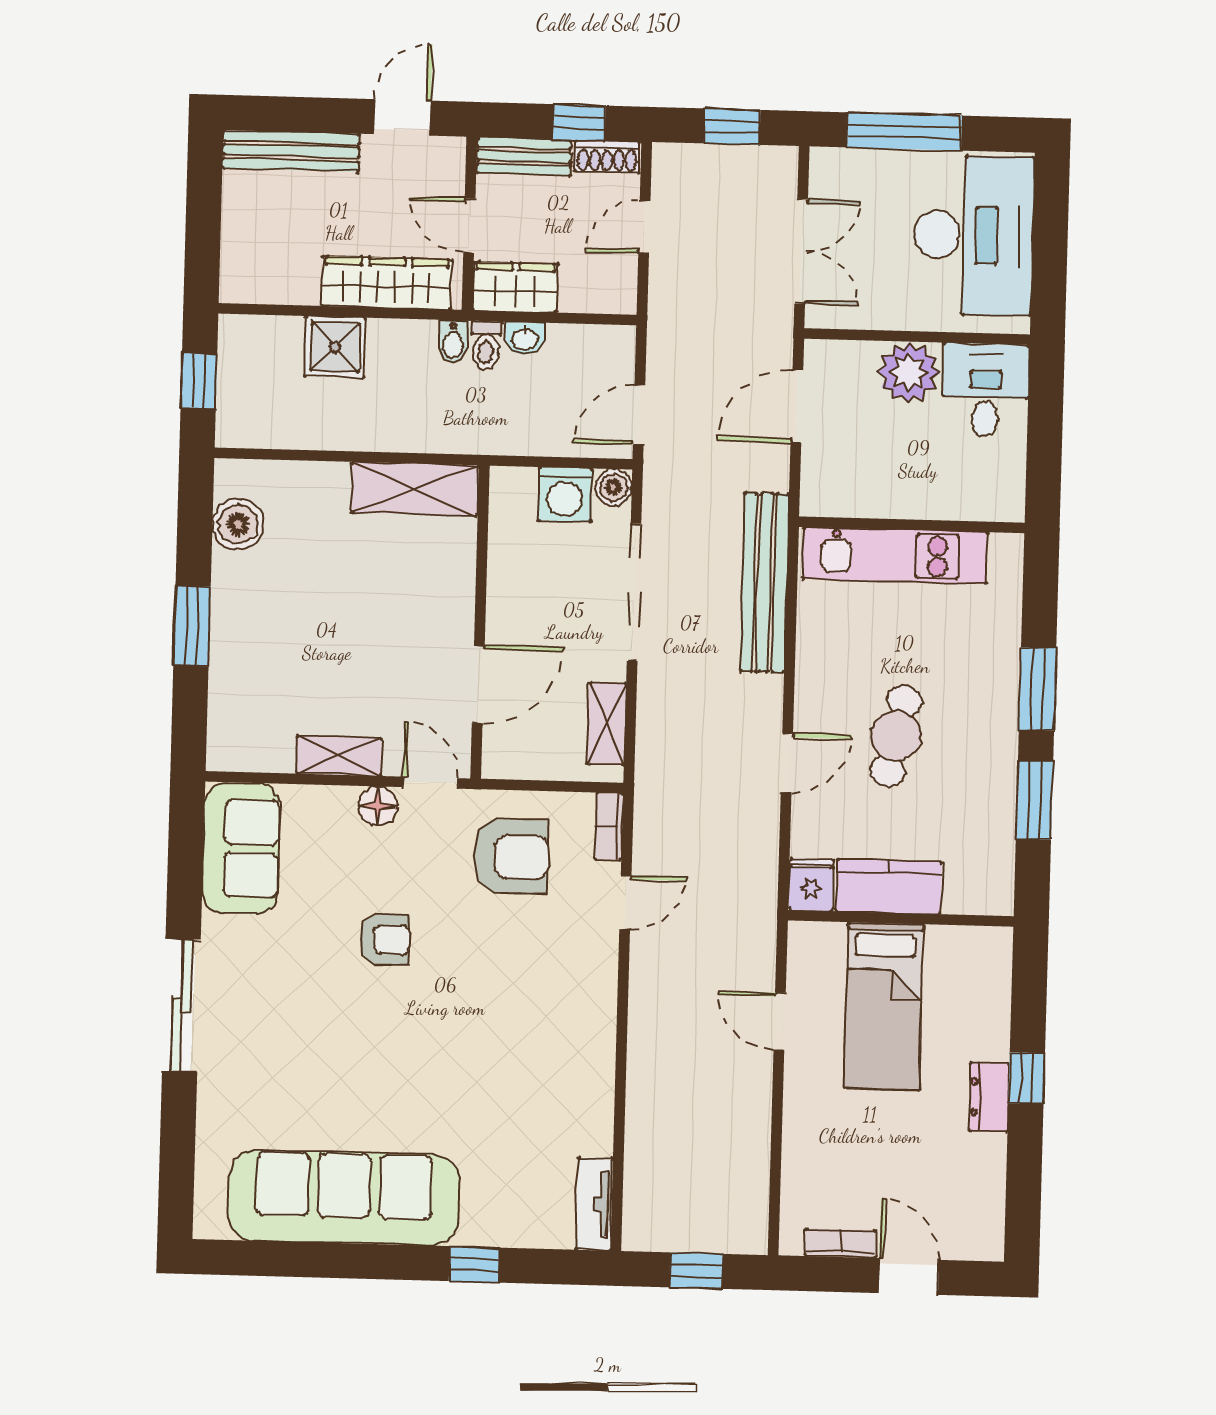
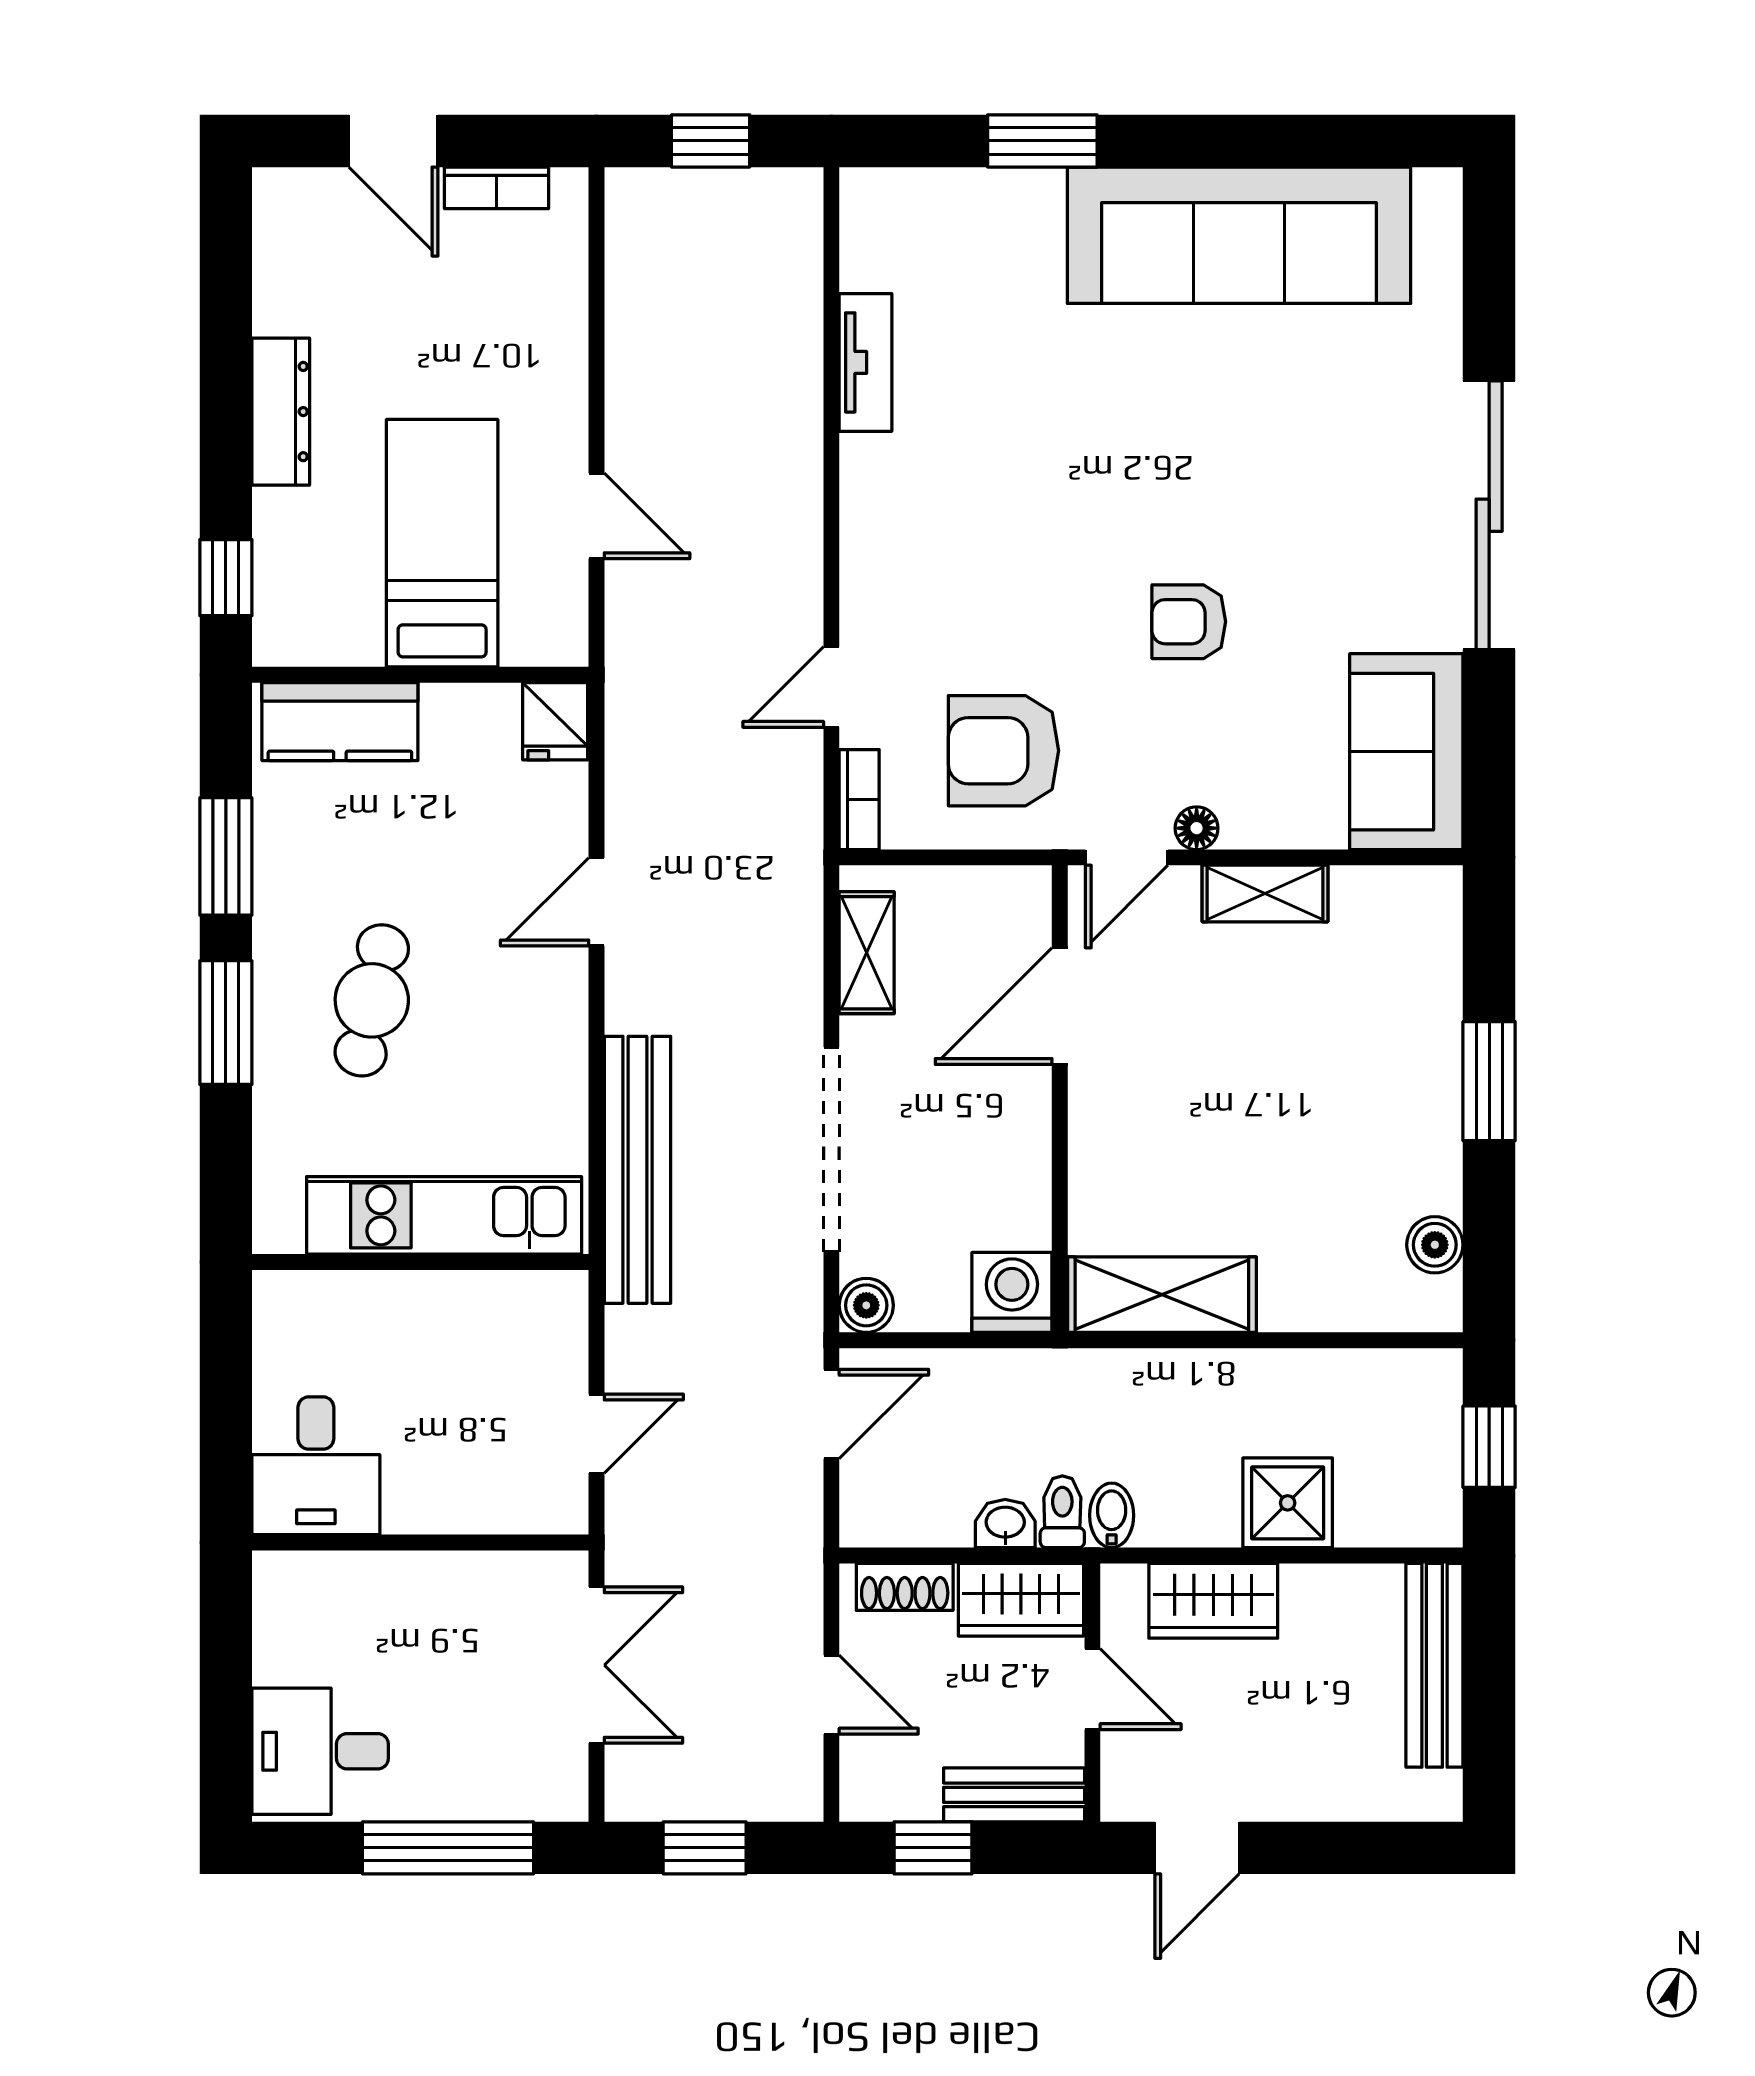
bench: (291, 151) -> (1434, 1665), moved, turned 90
shoe rack: (607, 156) -> (905, 1587), moved, turned 180
door: (644, 227) -> (831, 1695), hinge flipped
desk: (973, 235) -> (320, 1751), width x0.53, depth x0.77
double door: (801, 251) -> (596, 1665), swing flipped
wardrobe: (387, 283) -> (1213, 1601), width x0.67
plant: (909, 373) -> (431, 1489), removed
door: (797, 406) -> (596, 1434), width x0.73
washing machine: (565, 495) -> (1012, 1292), moved
boiler: (238, 524) -> (1435, 1245), width x0.73, depth x0.73
cafe table: (896, 736) -> (372, 1000), moved
door: (431, 783) -> (1127, 857), hinge flipped
floor lamp: (378, 806) -> (1197, 828), width x0.73, depth x0.73
kitchen counter: (889, 887) -> (340, 722), moved
sliding door: (181, 1005) -> (1489, 515), width x1.36
window: (1027, 1078) -> (226, 578), moved
dresser: (989, 1097) -> (281, 412), width x1.44
tv unit: (594, 1204) -> (866, 362), moved
window: (474, 1264) -> (1042, 141), width x1.50

